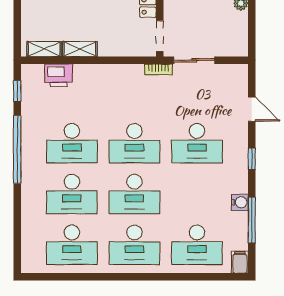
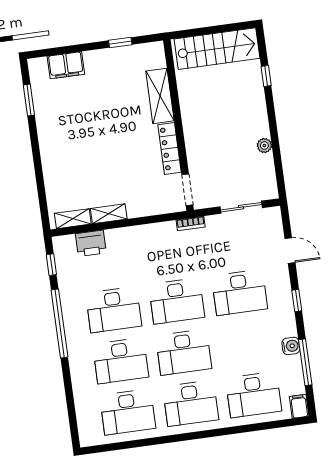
sliding door: (194, 60) -> (241, 207), moved

